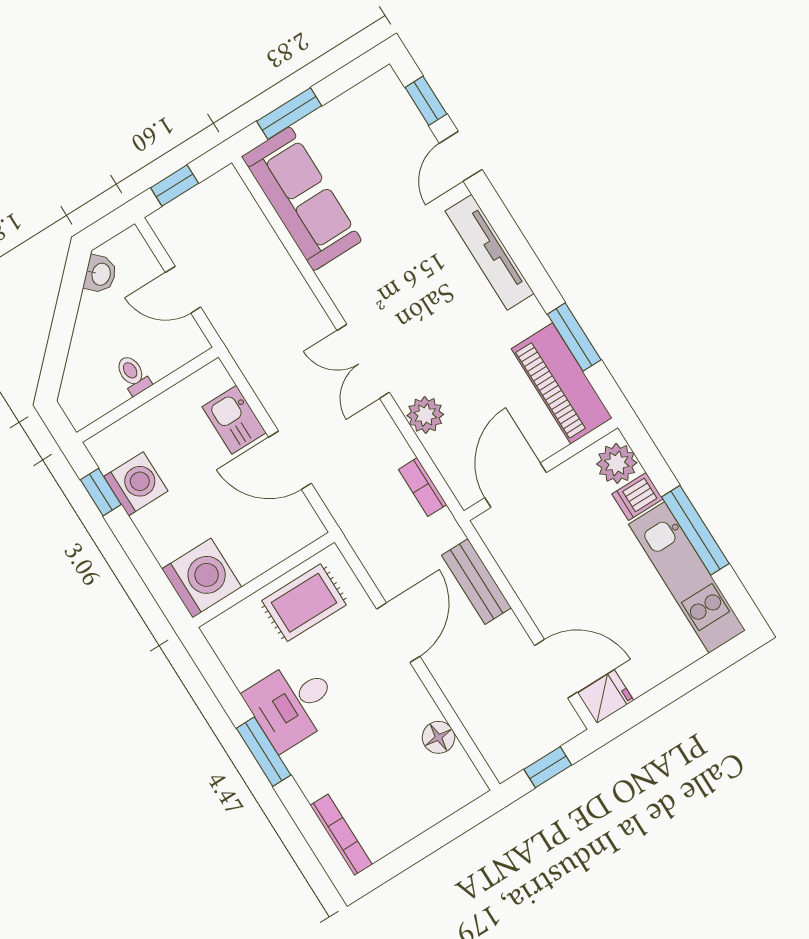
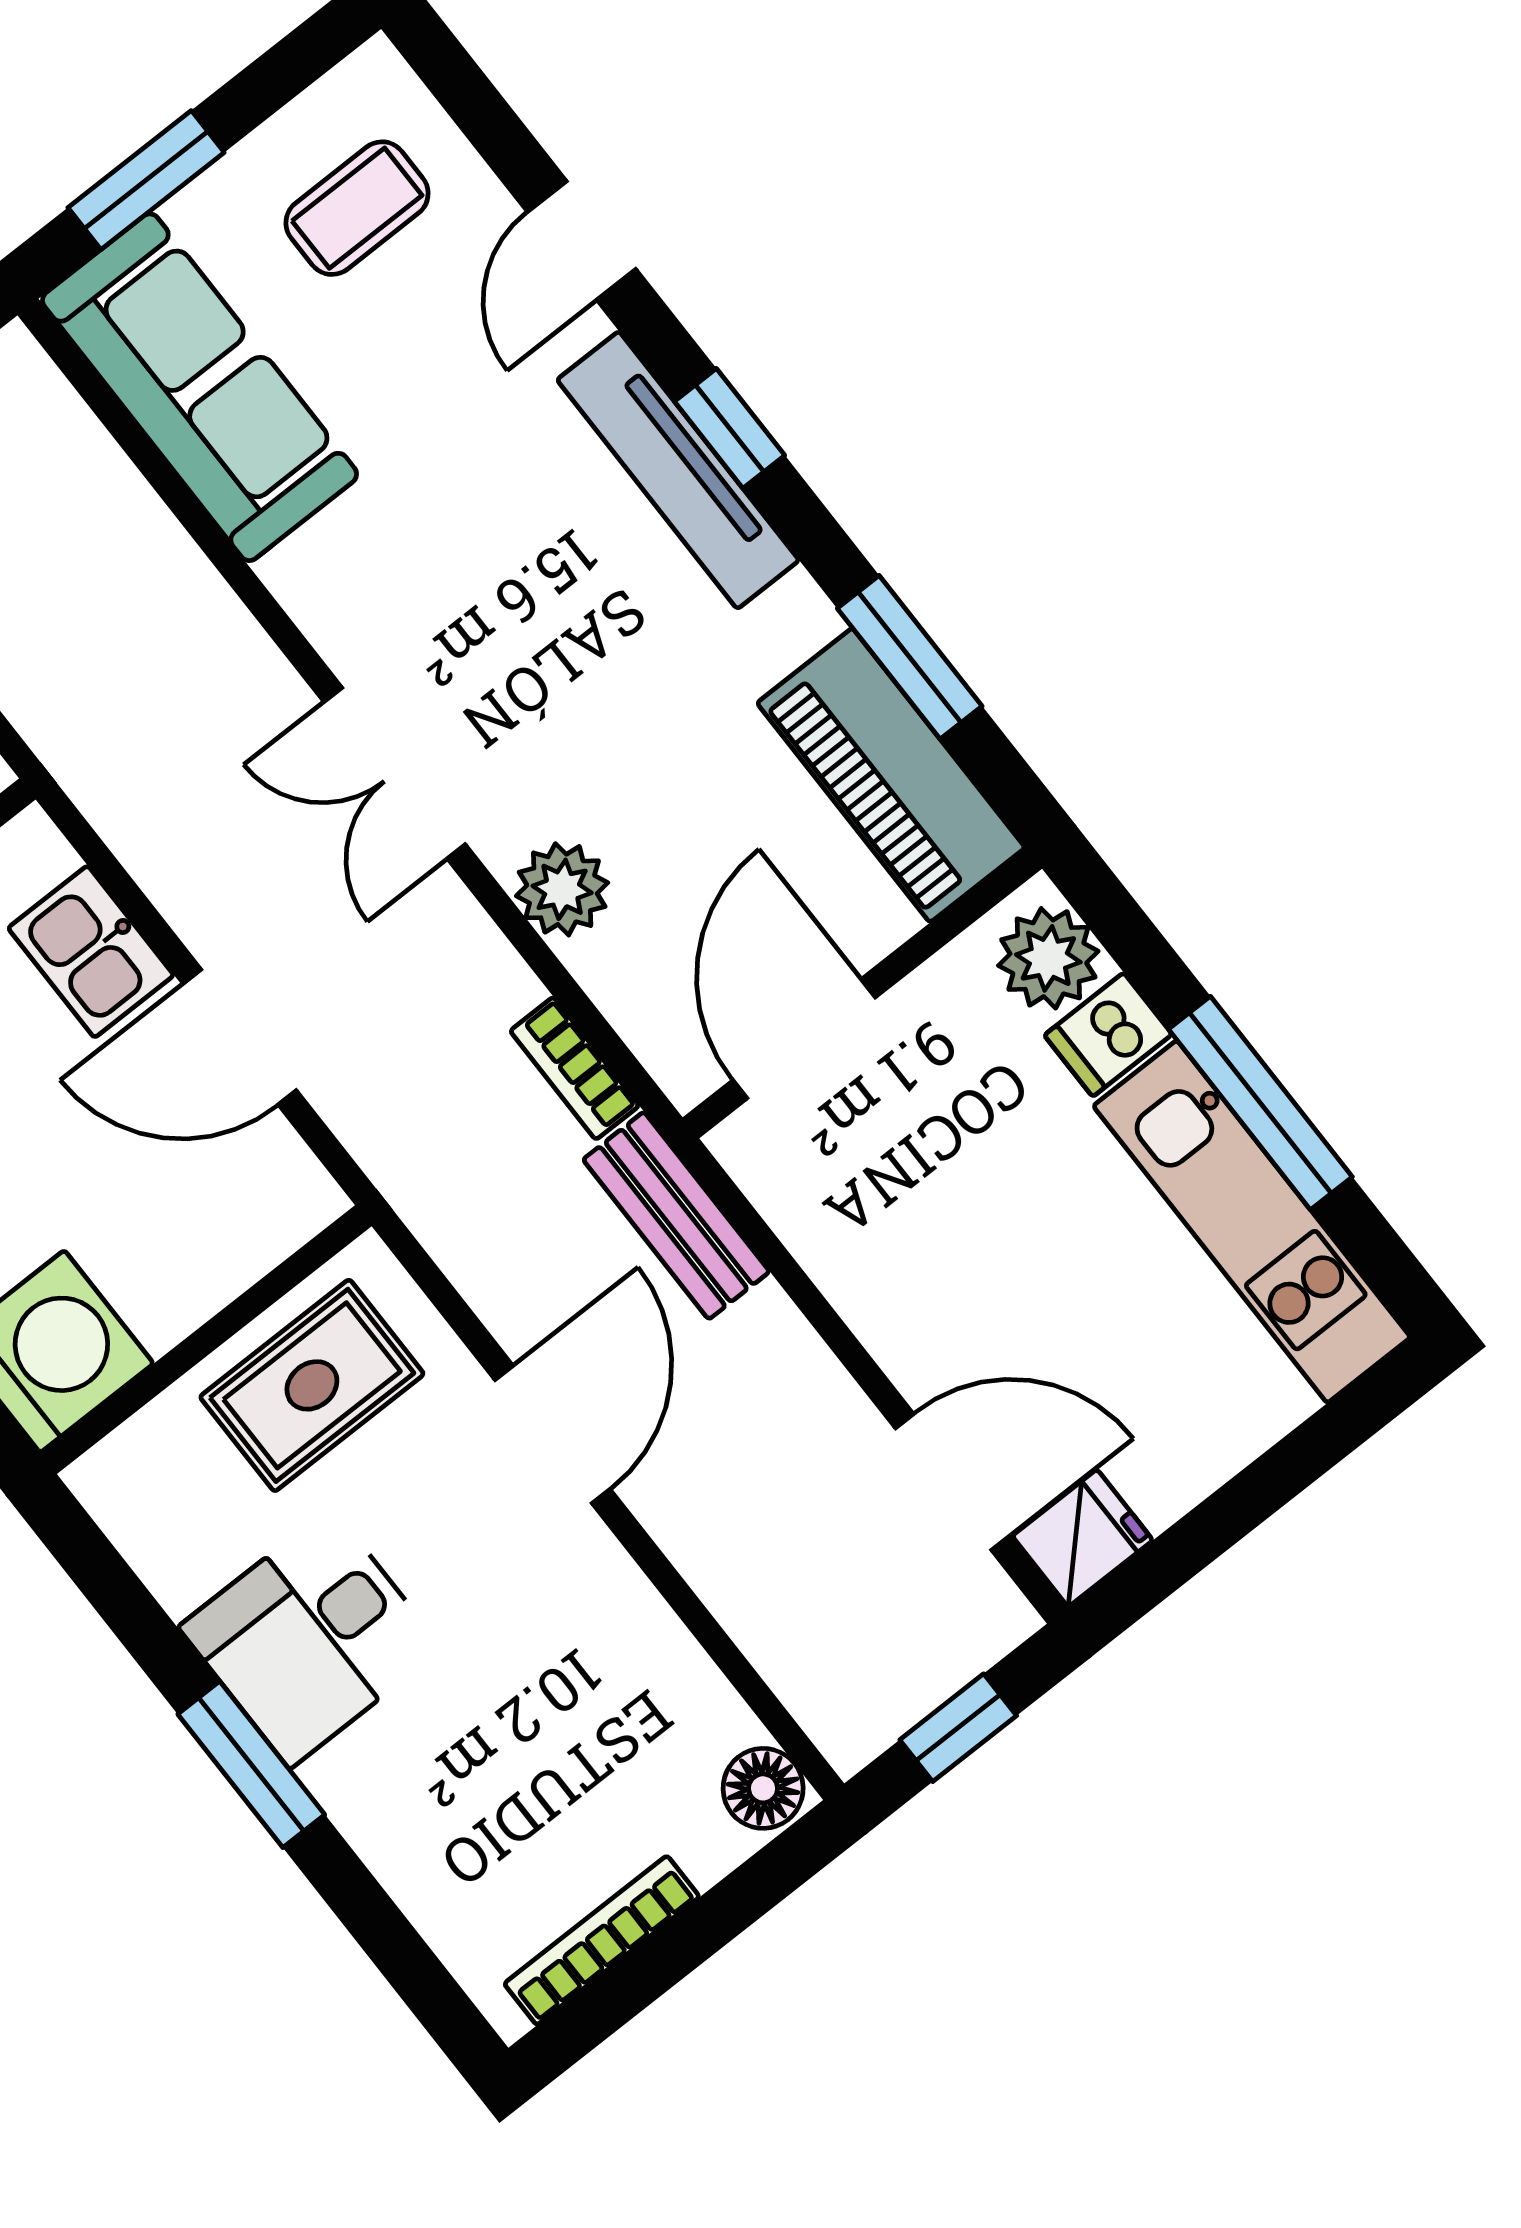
window: (426, 101) -> (730, 428), moved
coffee table: (372, 134) -> (357, 208), added
bench: (477, 582) -> (676, 1216), moved
floor lamp: (439, 737) -> (763, 1788), moved
bookcase: (341, 835) -> (602, 1940), moved, turned -90

